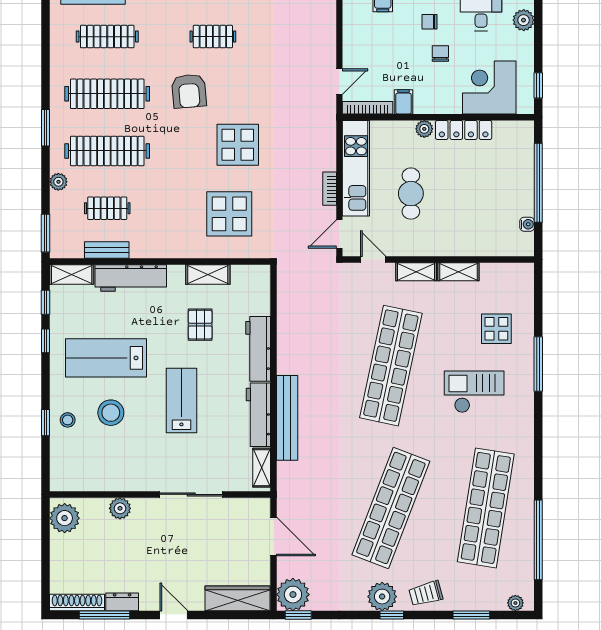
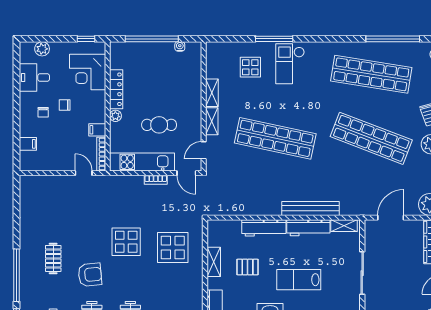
checkout: (474, 392) -> (290, 64), moved

